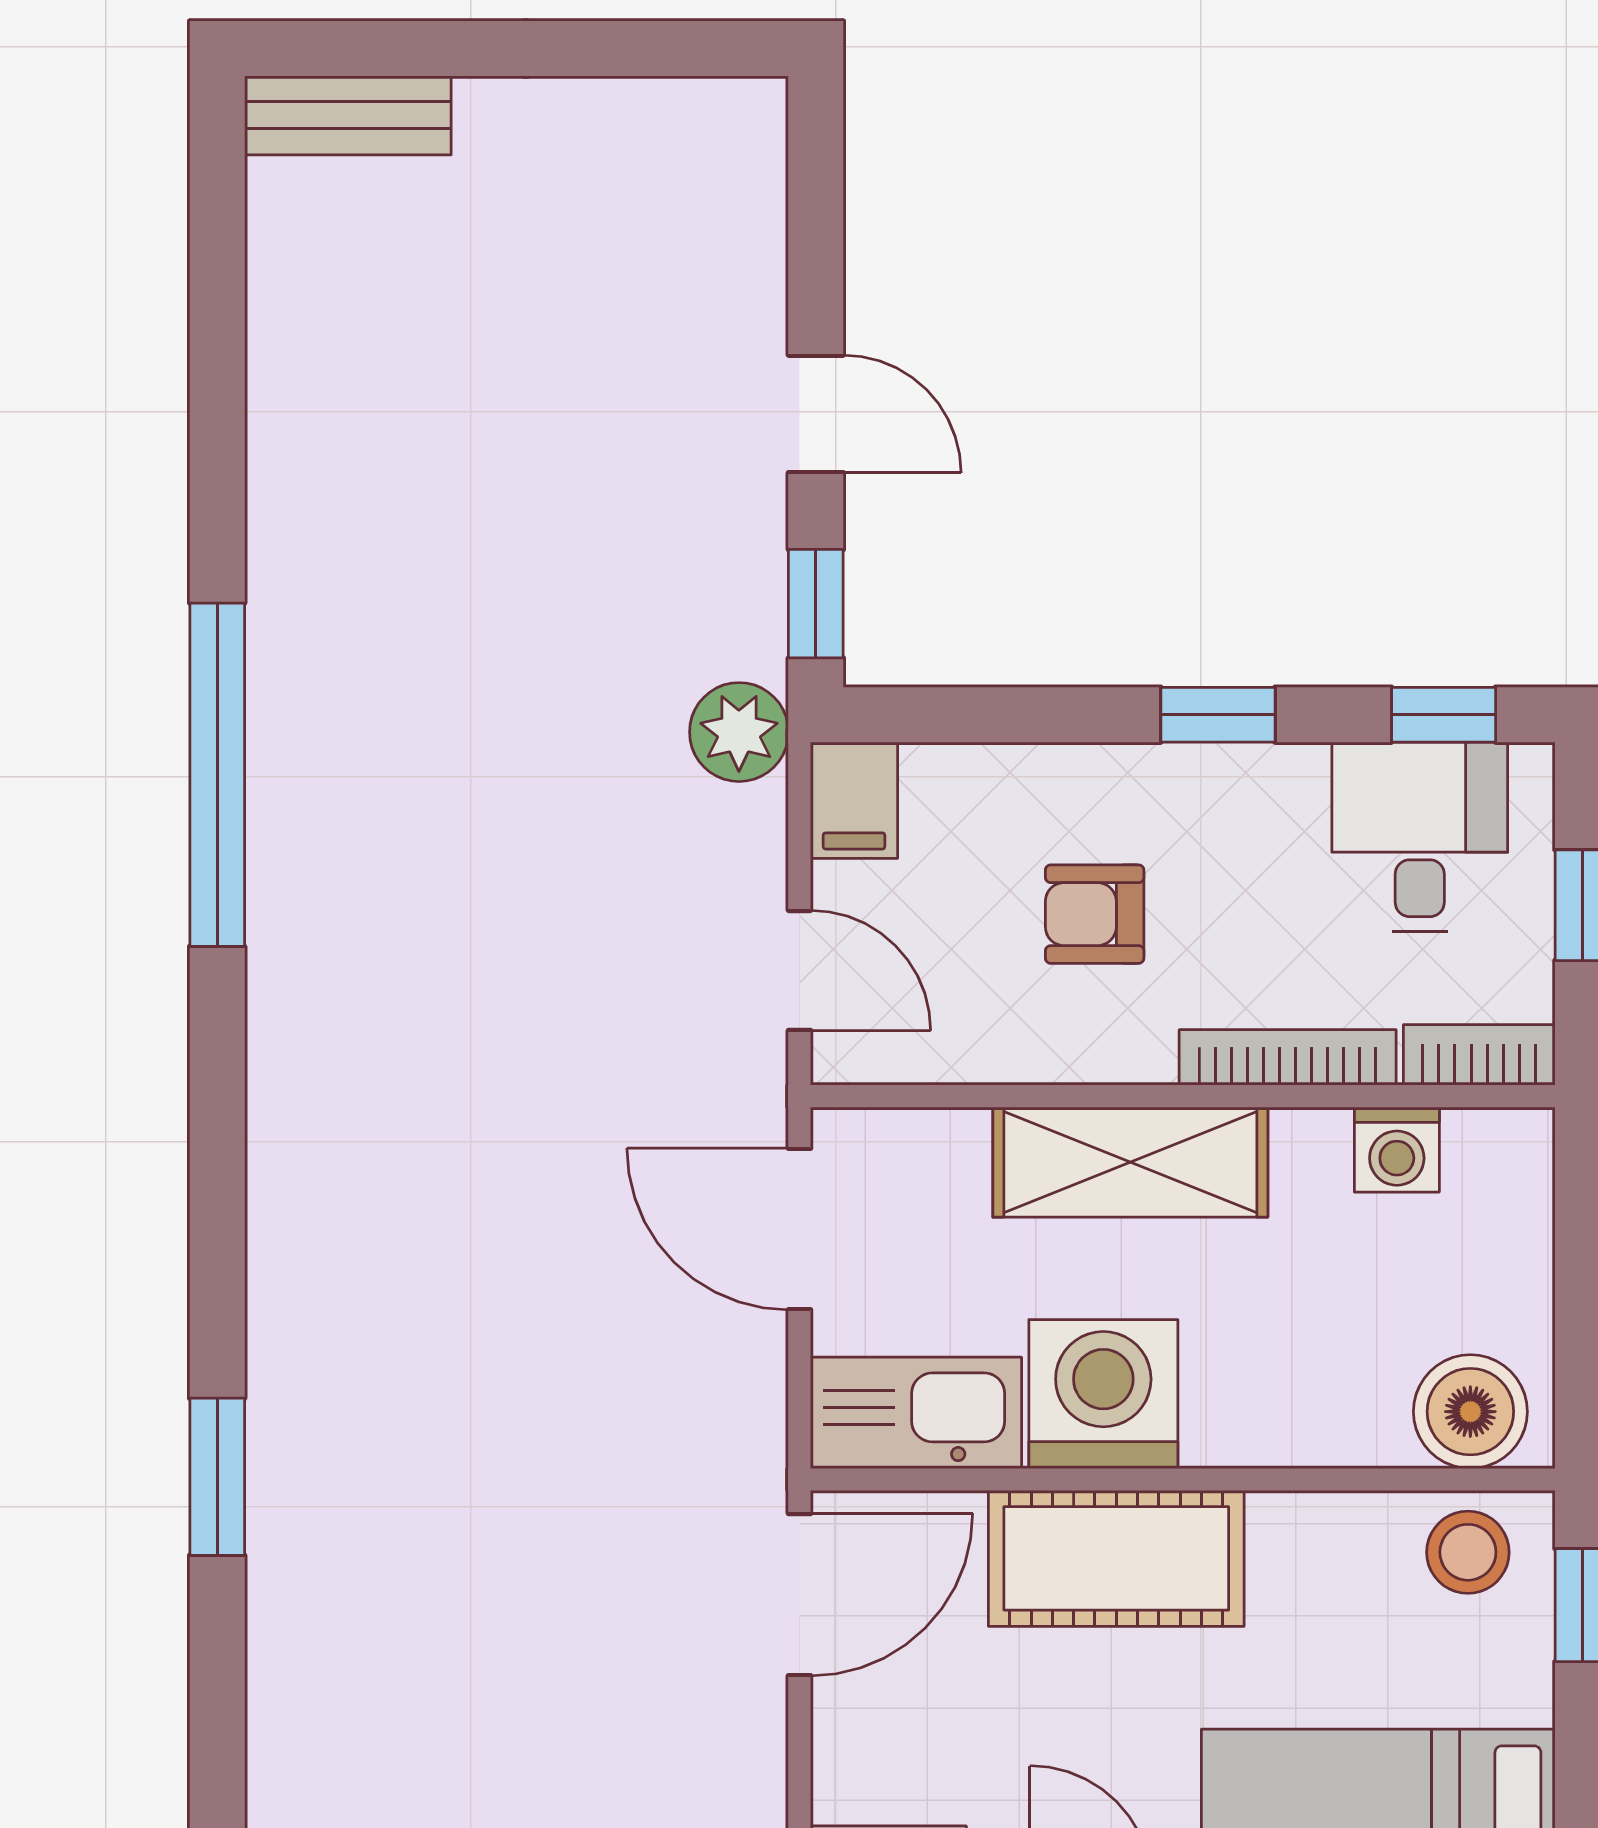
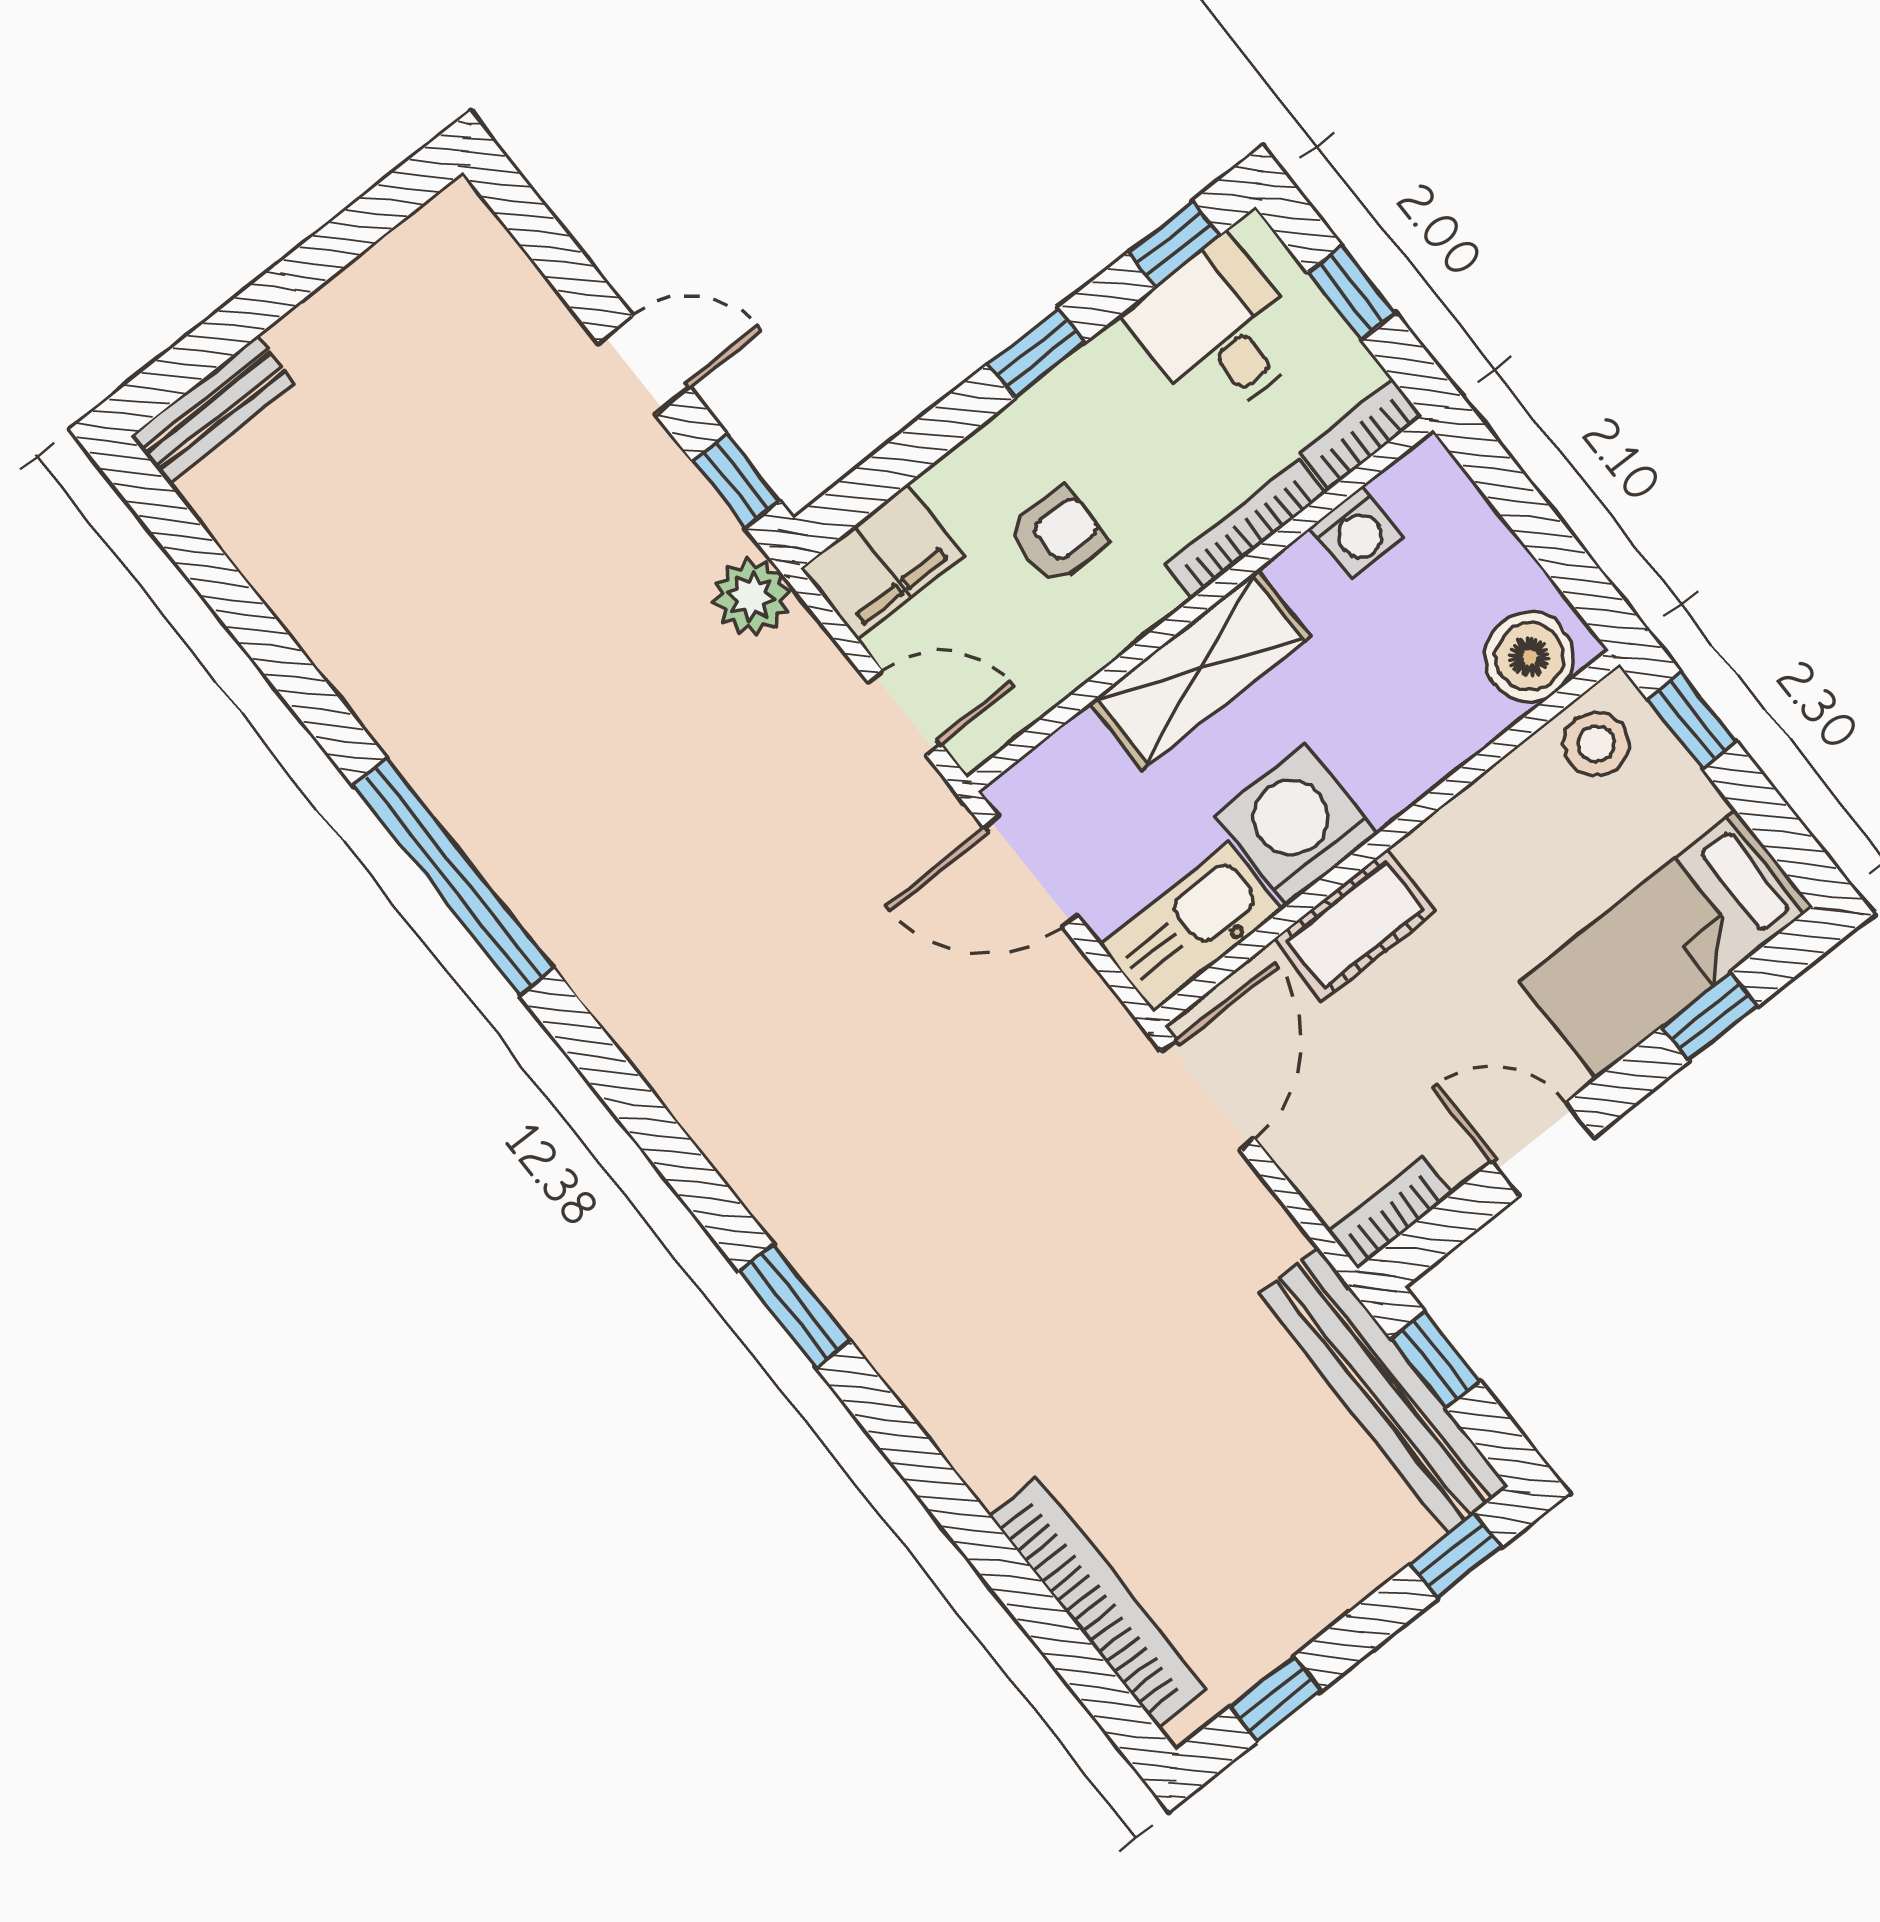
filing cabinet: (854, 800) -> (882, 562), width x2.00
armchair: (1095, 914) -> (1058, 535), turned 180
cot: (1116, 1558) -> (1355, 925), width x0.73, depth x0.75

